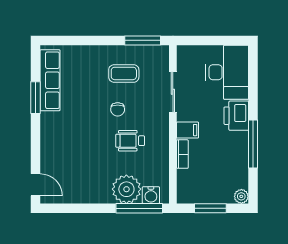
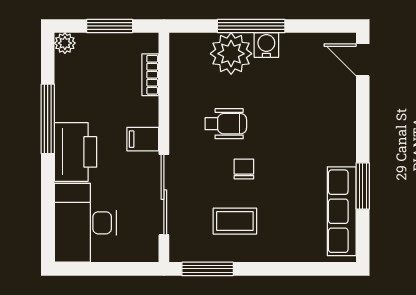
sliding door: (173, 92) -> (164, 195), width x1.37
printer: (236, 116) -> (75, 152), width x1.37, depth x1.19
bookcase: (182, 154) -> (150, 75), moved
water cooler: (151, 195) -> (266, 45), moved
window: (139, 208) -> (251, 26), moved

